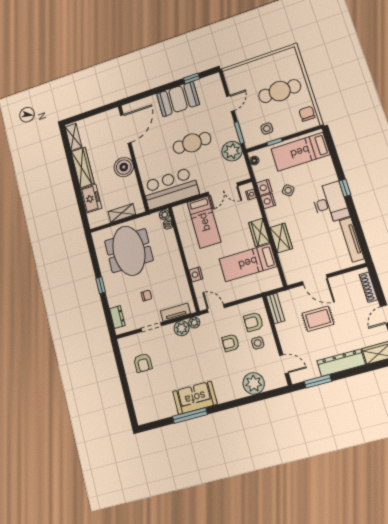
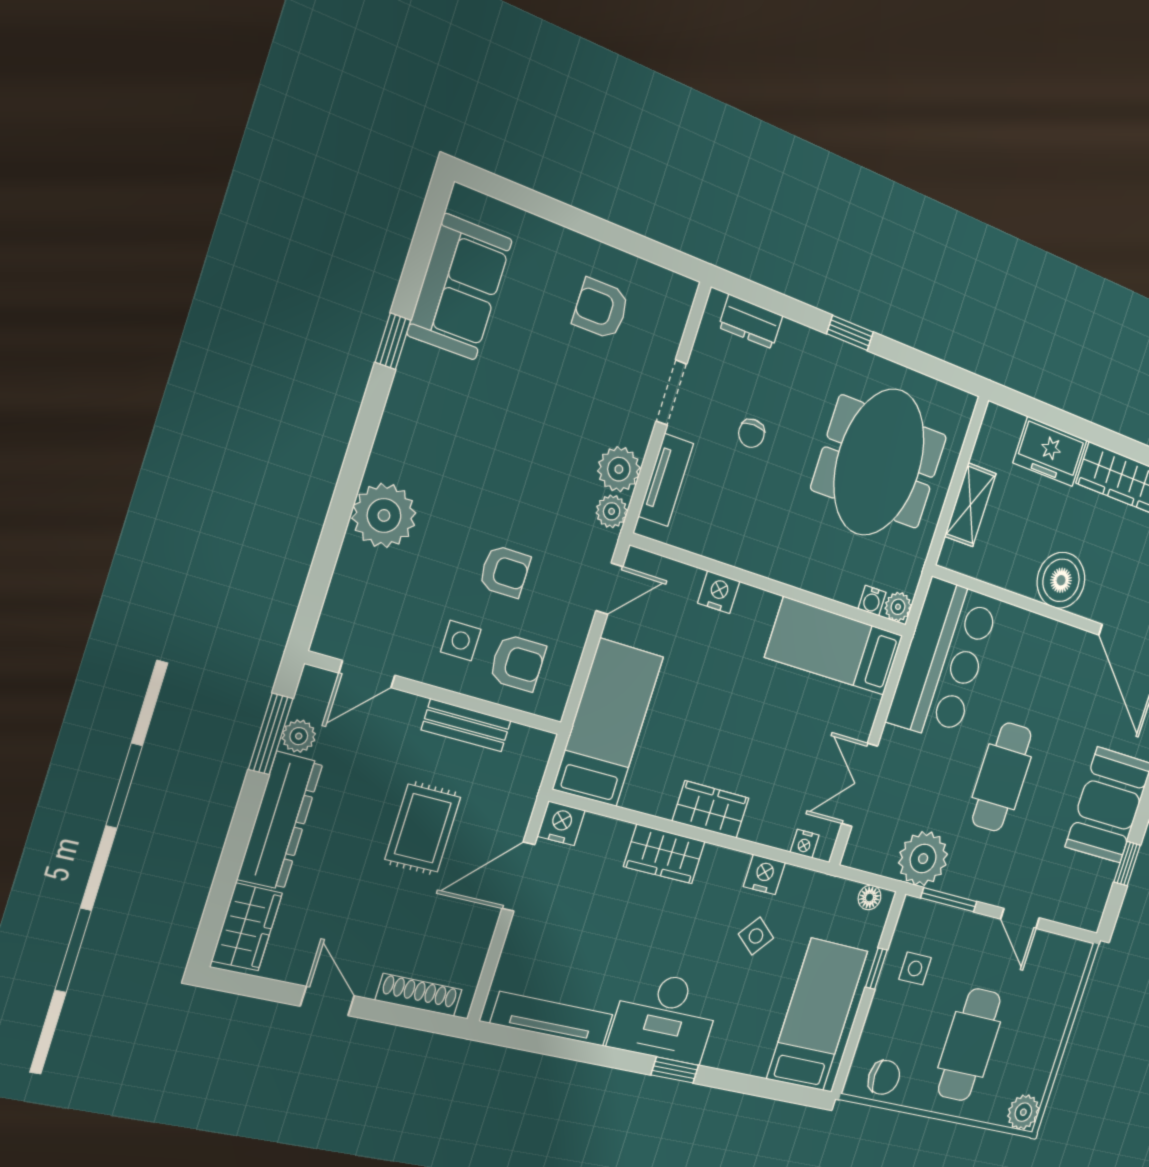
plant: (290, 55) -> (1023, 1112), added
nightstand: (264, 187) -> (561, 823), moved
bed: (204, 222) -> (834, 646), moved
meeting table: (129, 251) -> (879, 462), turned 90
bed: (248, 263) -> (608, 723), moved
bench: (276, 308) -> (466, 725), moved
armchair: (254, 322) -> (517, 663), turned 90
armchair: (231, 343) -> (505, 572), turned 90
plant: (314, 373) -> (299, 736), added
plant: (254, 383) -> (384, 515), moved
sofa: (195, 398) -> (460, 287), moved
window: (190, 415) -> (393, 341), width x0.46

